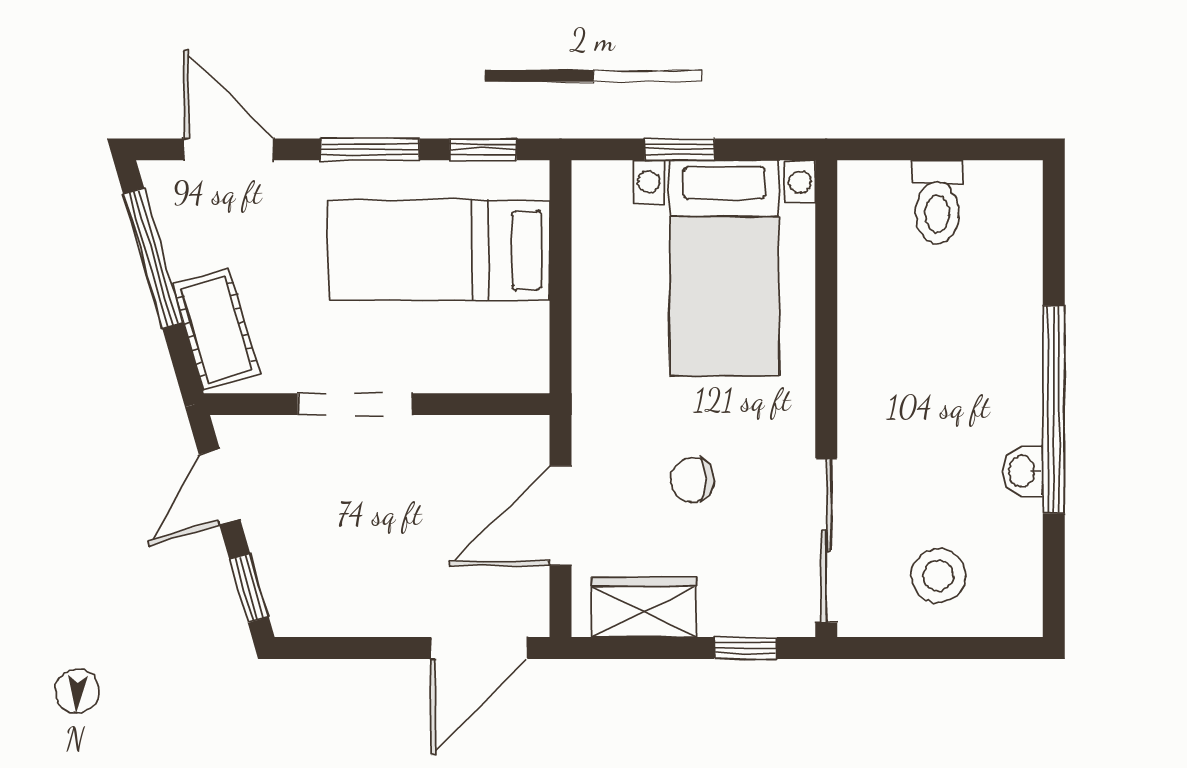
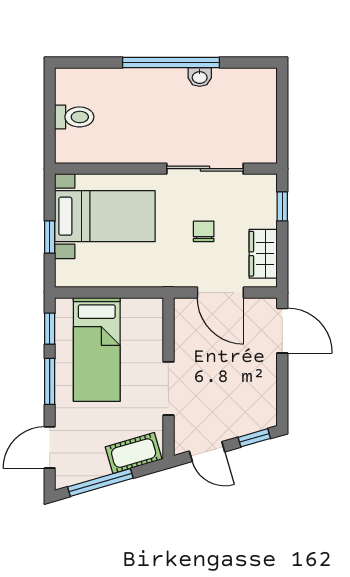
chair: (692, 480) -> (204, 231), turned 180
sliding door: (826, 540) -> (205, 169), moved
stool: (938, 576) -> (248, 116), removed

